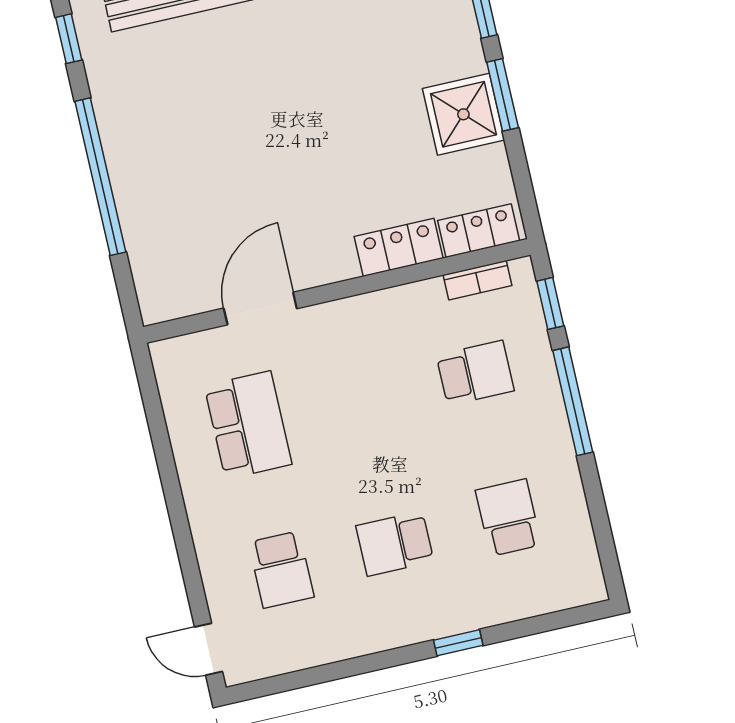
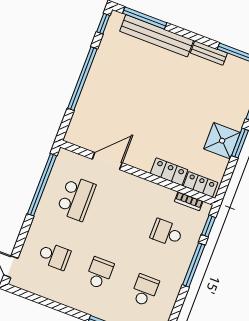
school desk: (475, 373) -> (167, 233), turned 180
window: (161, 443) -> (42, 185), added
school desk: (395, 544) -> (100, 273), turned 90
school desk: (281, 570) -> (54, 256), turned -90

